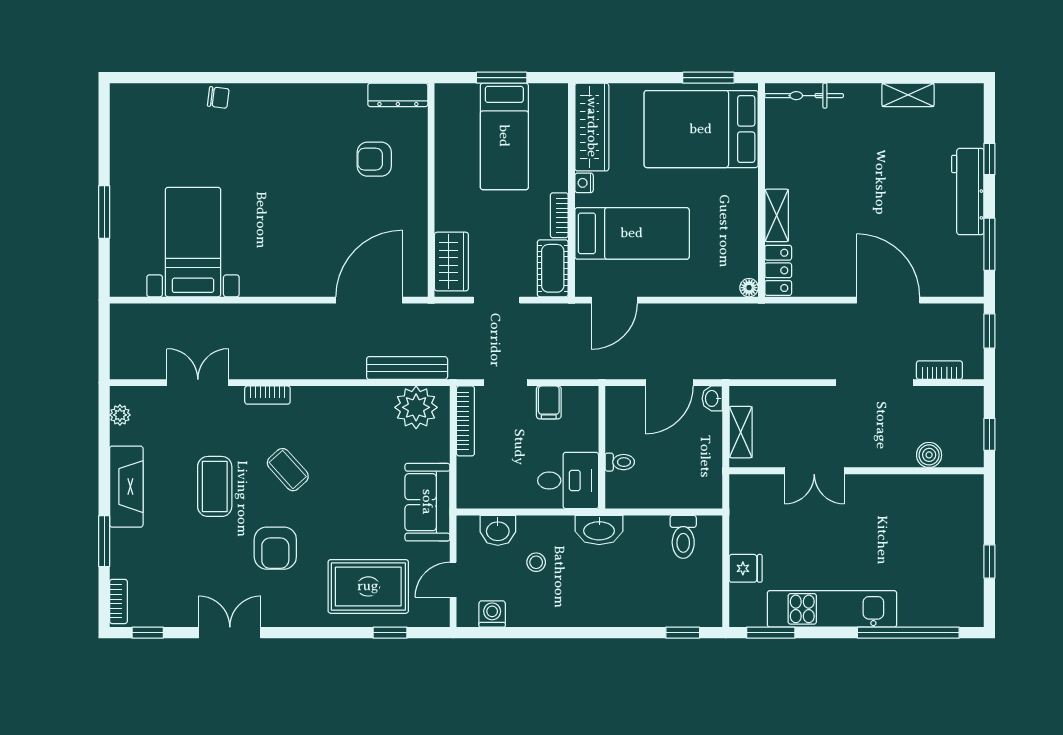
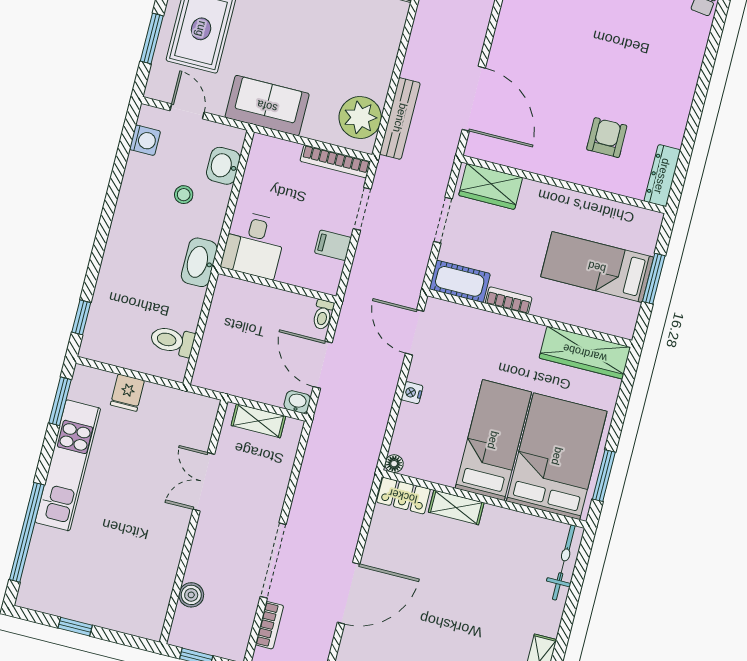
nightstand: (584, 183) -> (412, 393), moved, turned -90
bed: (632, 233) -> (493, 440), moved, turned 180
toilet: (620, 462) -> (323, 315), moved
window: (390, 633) -> (152, 38), width x1.50

